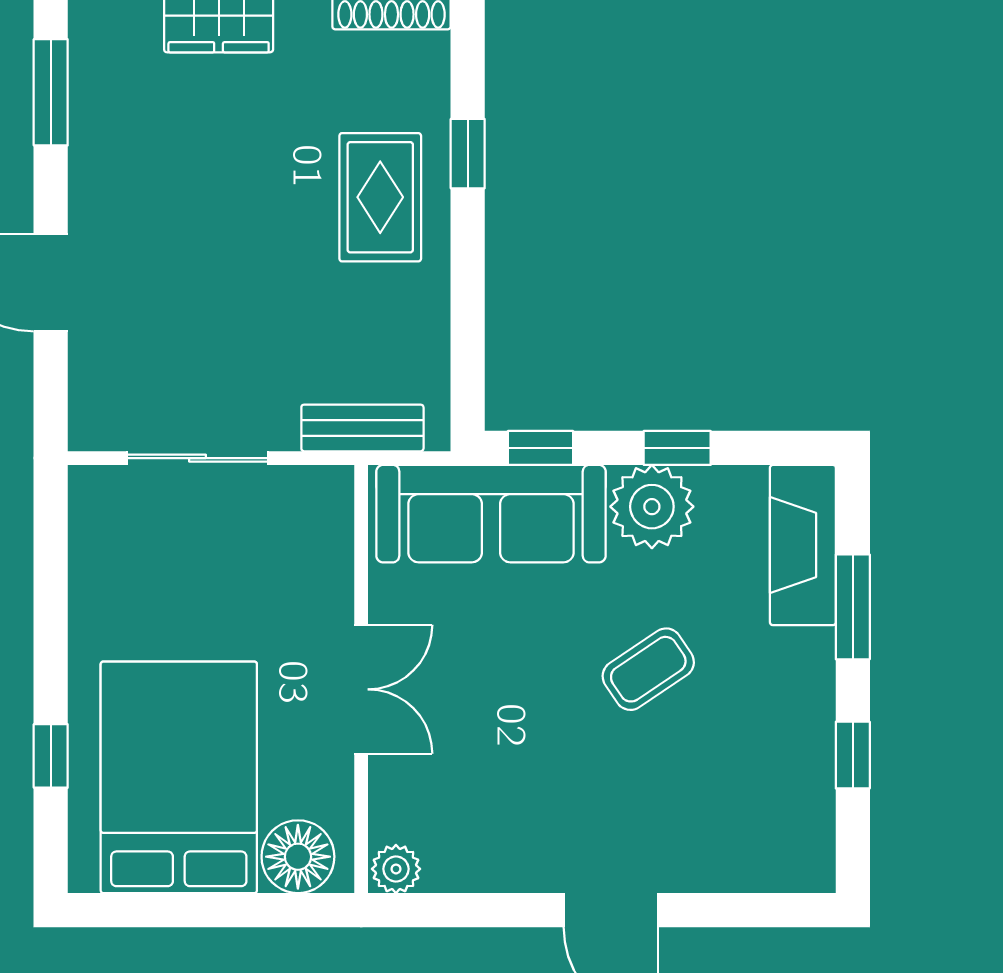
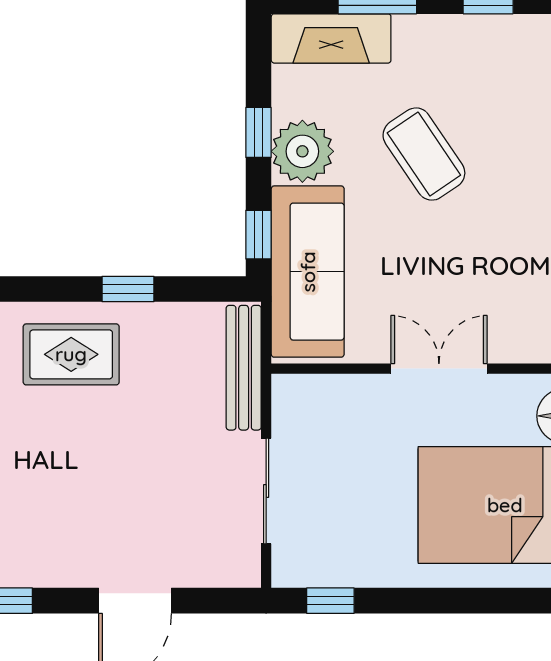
window: (468, 154) -> (128, 289), moved
bench: (362, 428) -> (244, 368), width x1.36
coffee table: (648, 669) -> (424, 154), width x1.36, depth x1.30
window: (51, 756) -> (330, 601), moved

